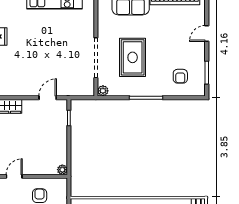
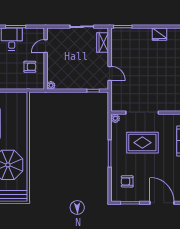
door: (207, 33) -> (162, 203), width x1.87
door: (14, 176) -> (46, 46), swing flipped

